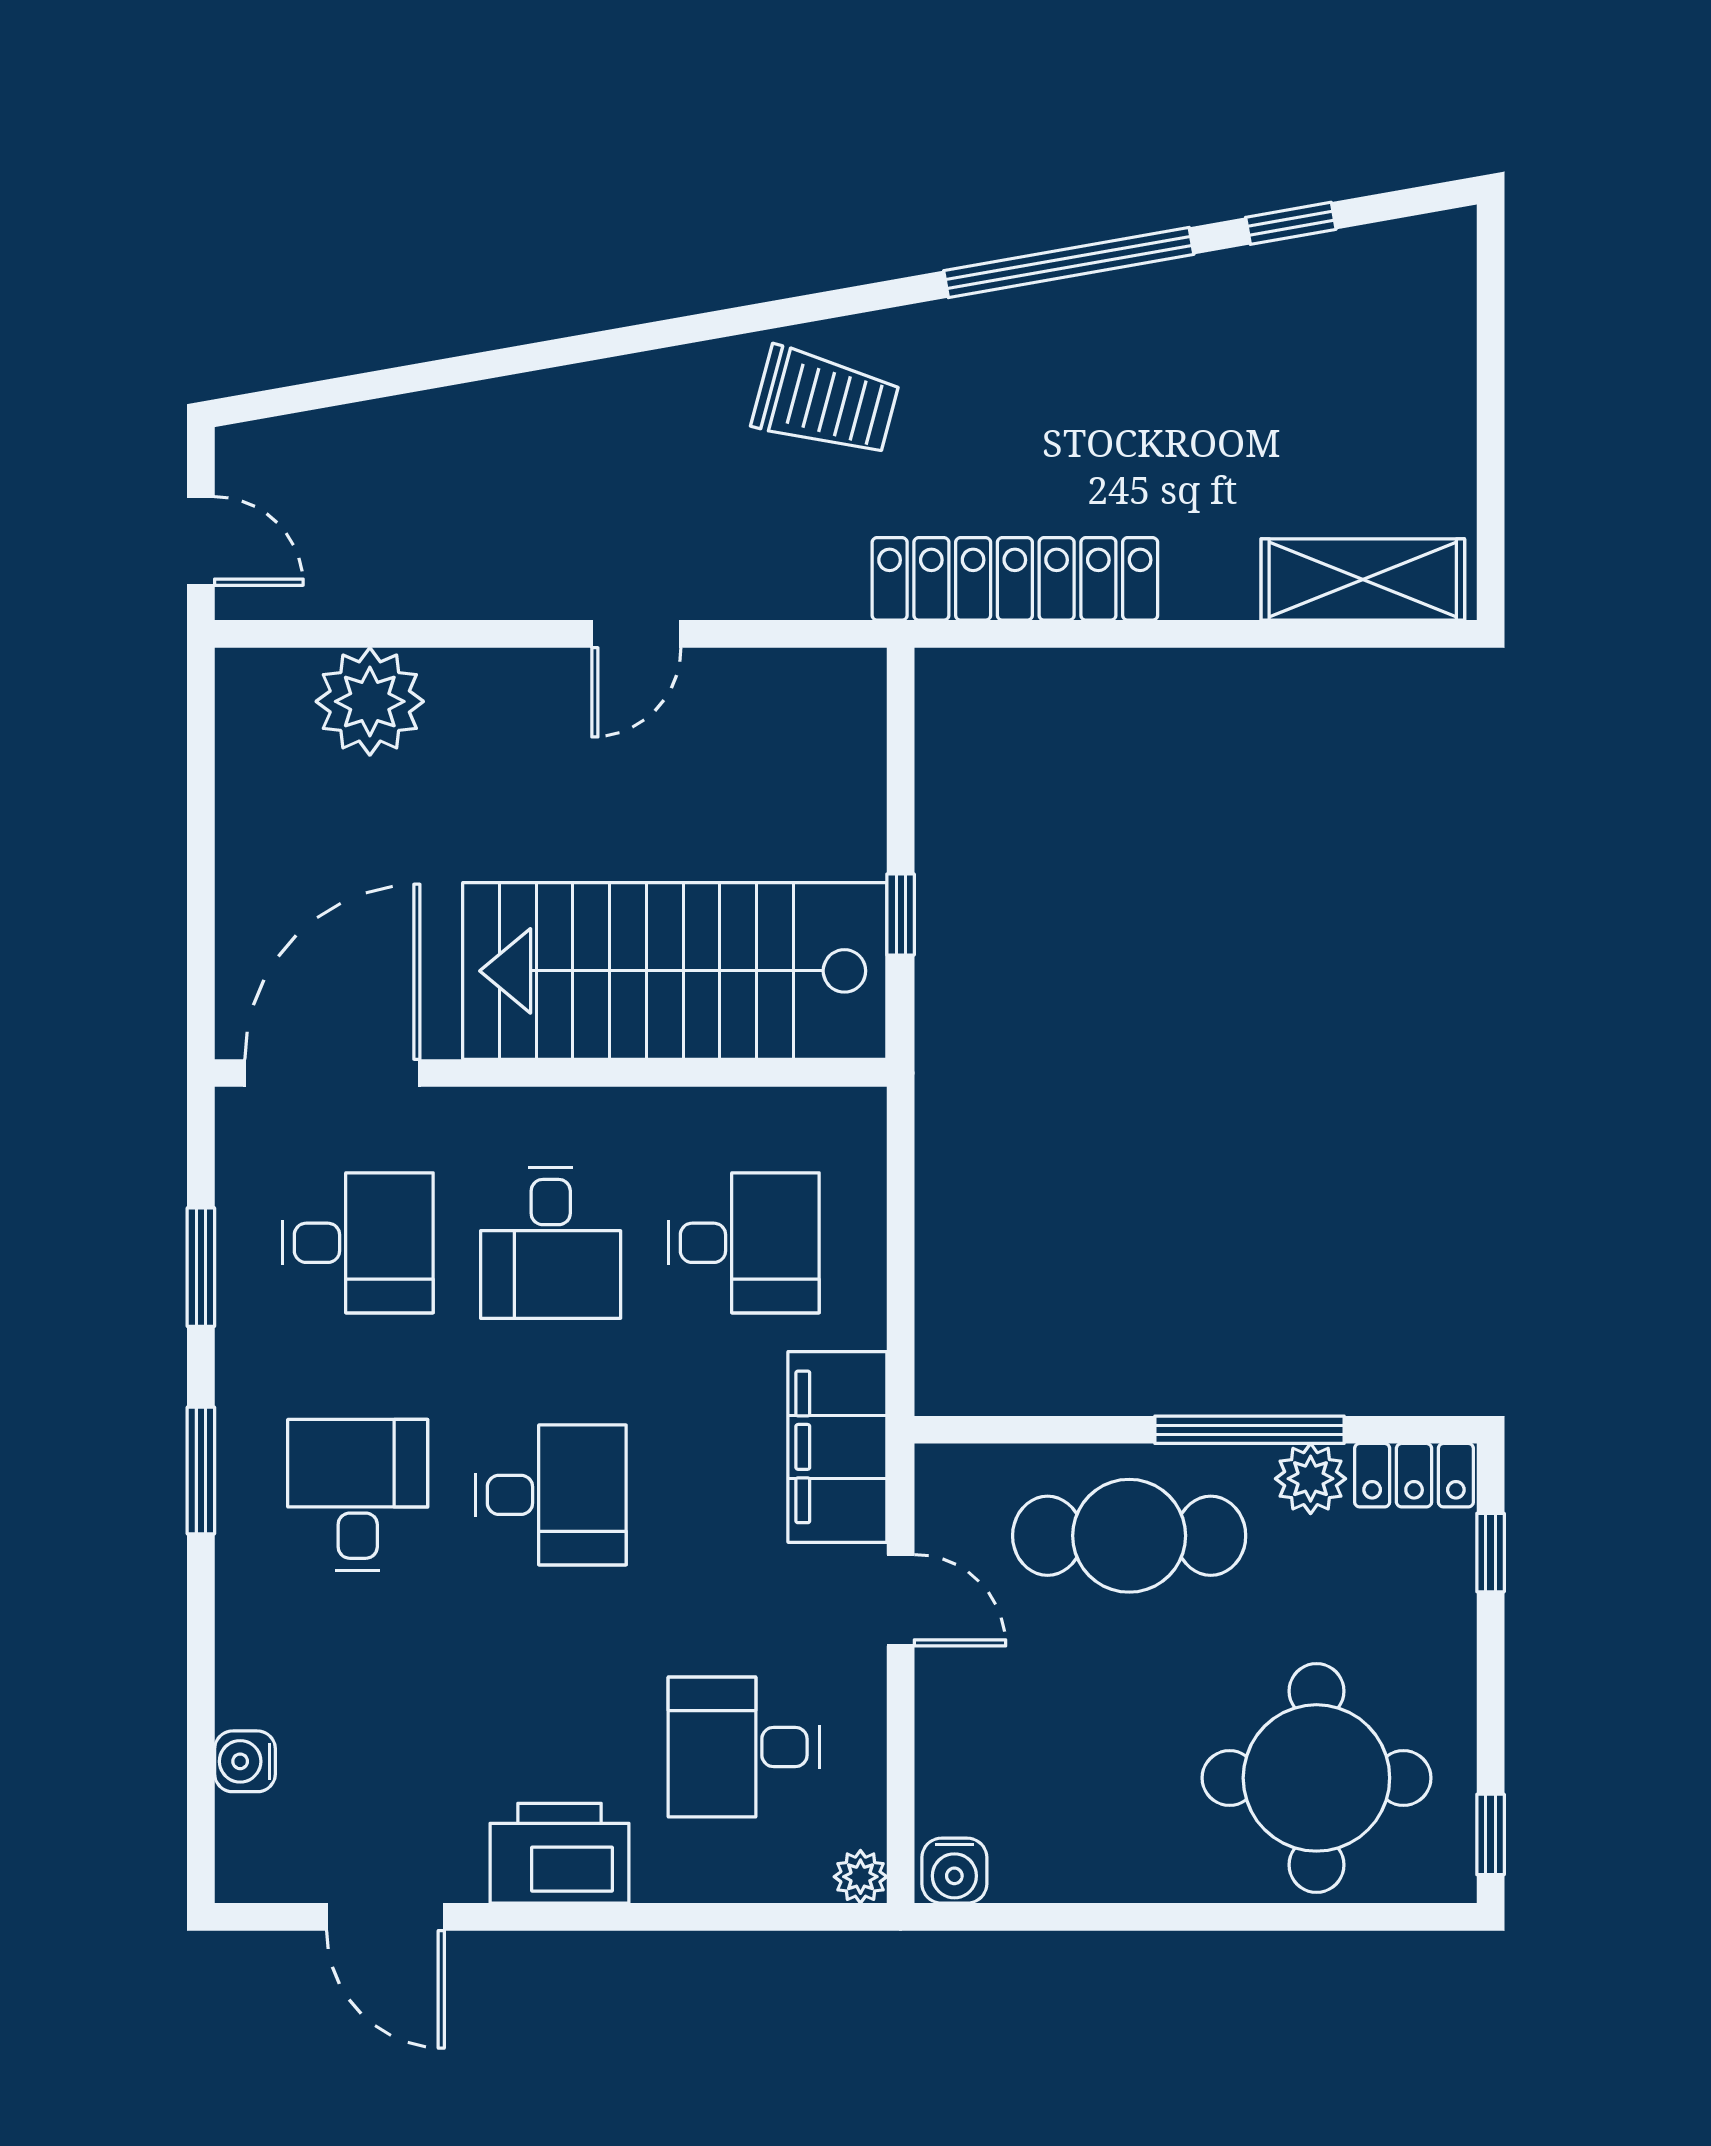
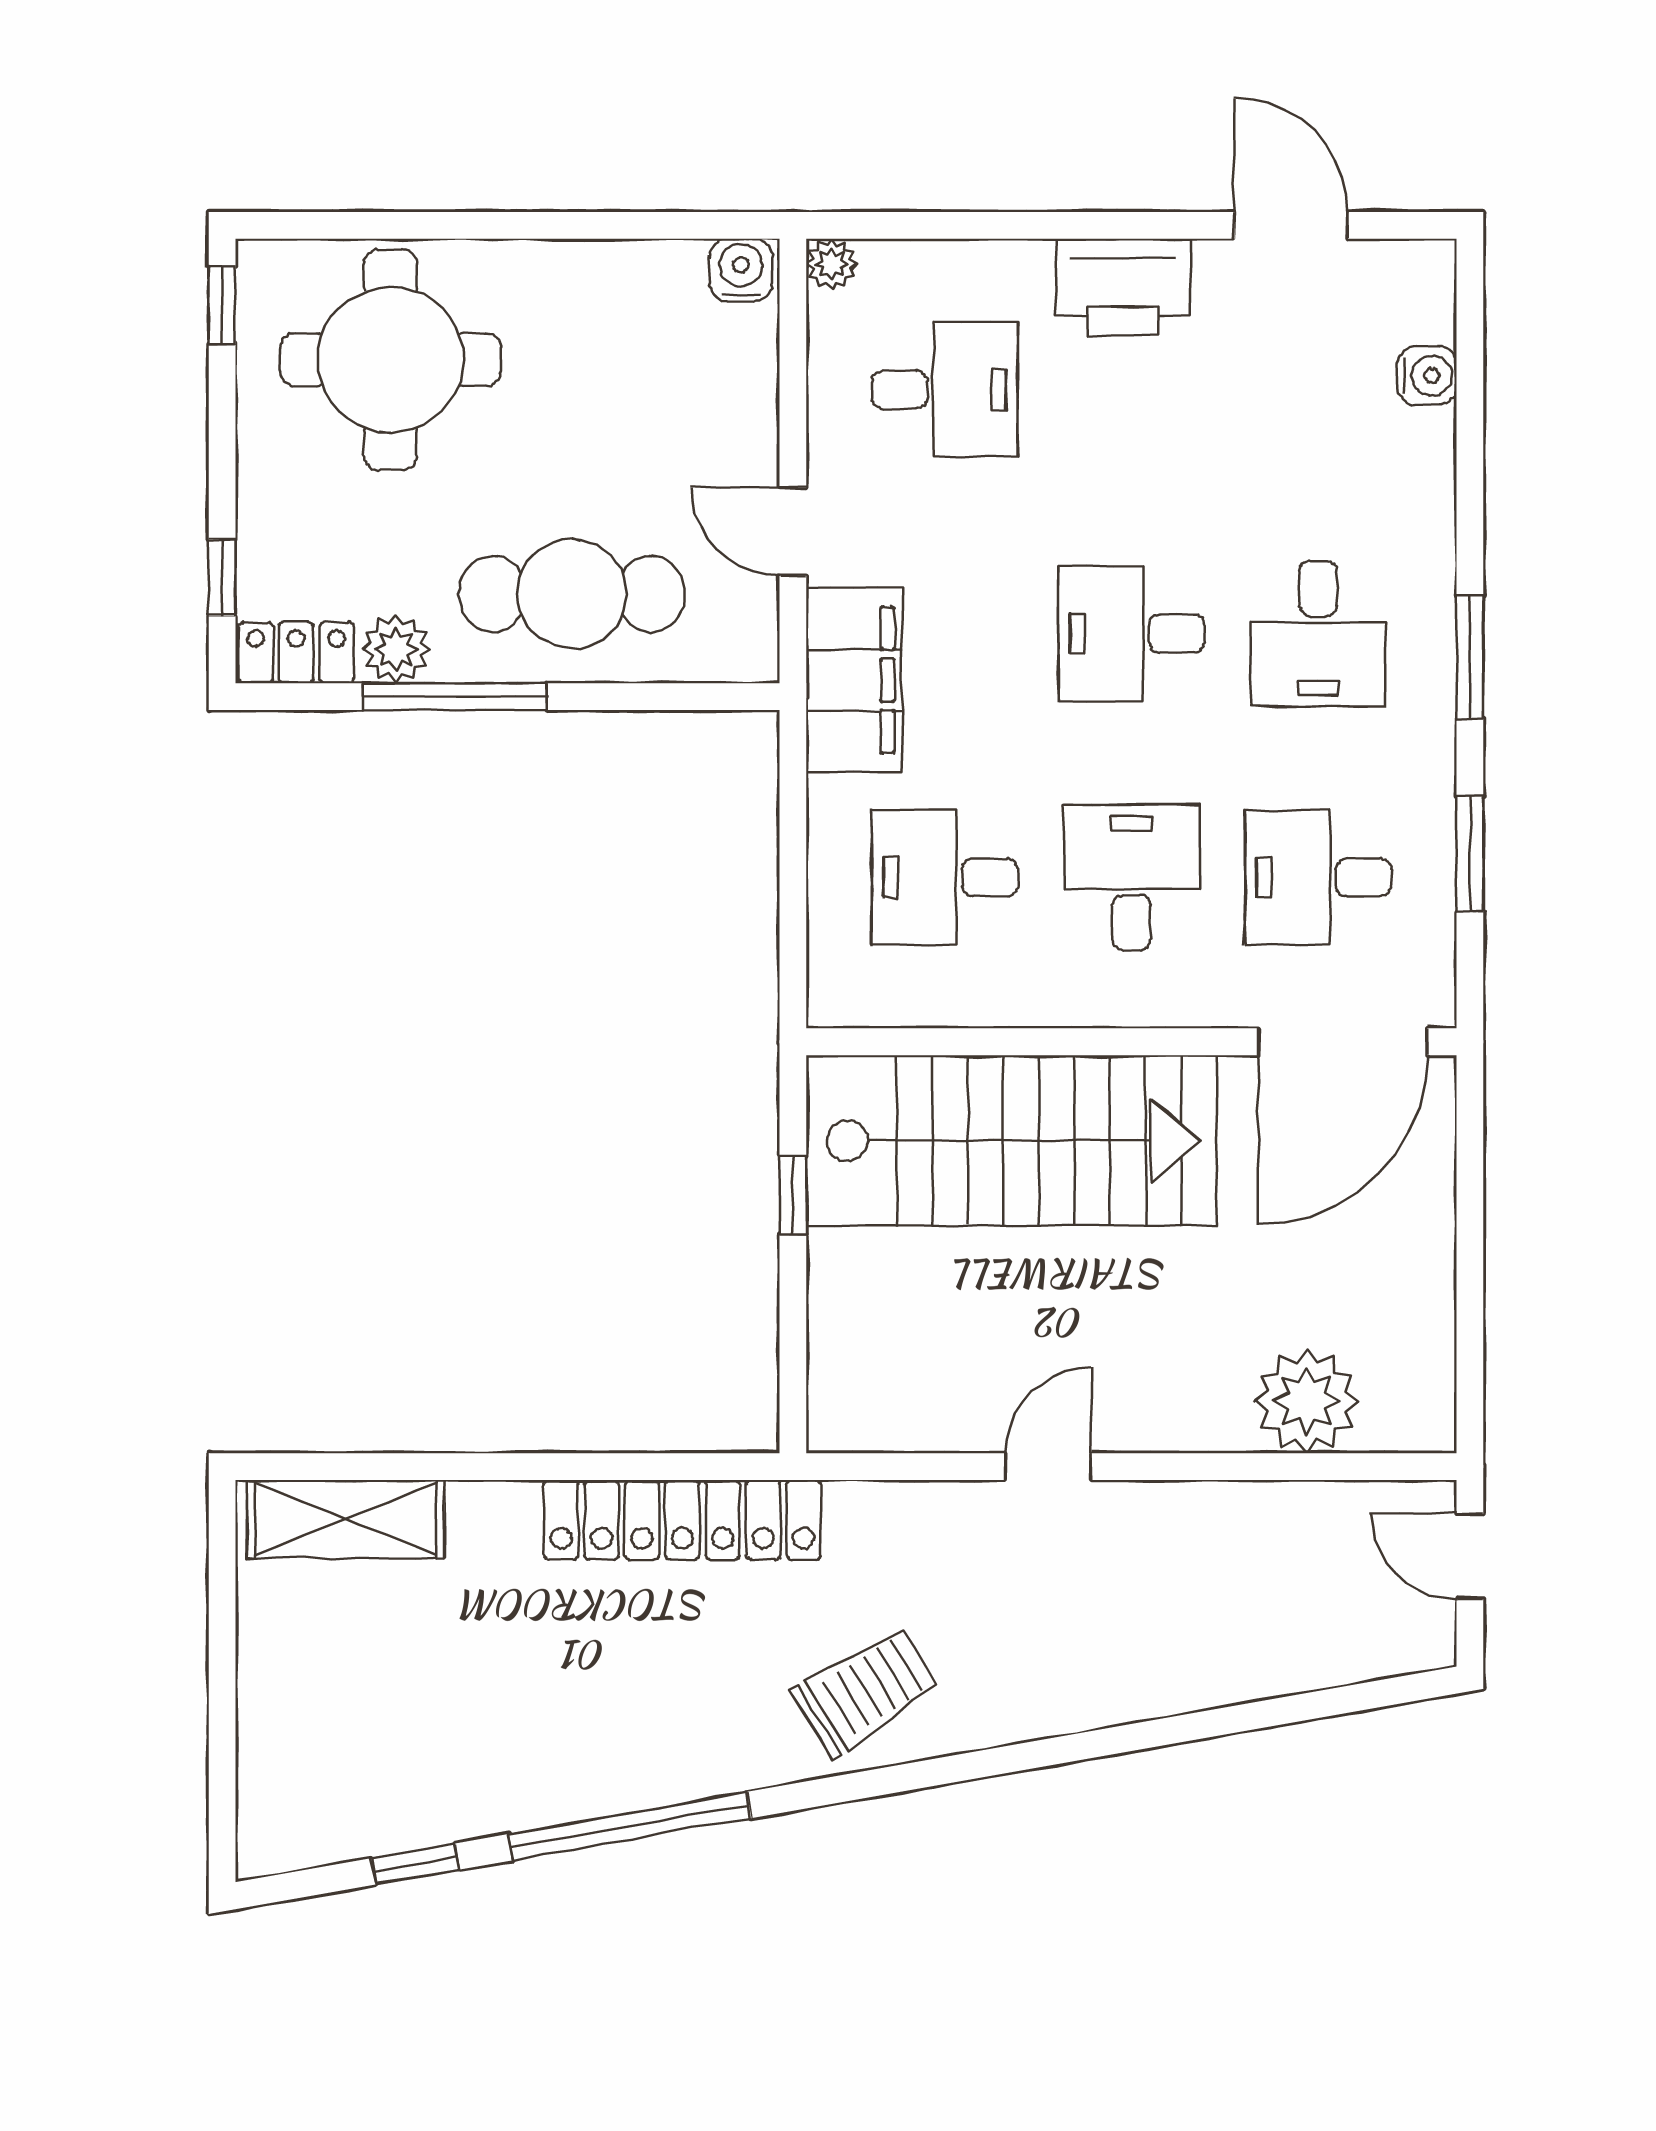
trolley: (826, 402) -> (865, 1691), turned 133

